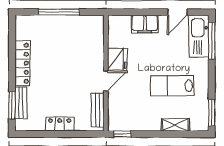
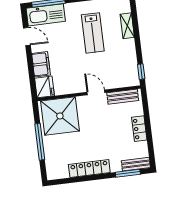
shower: (85, 38) -> (60, 116), added
fridge: (117, 59) -> (44, 87), moved, turned 90
bench: (21, 103) -> (136, 164), moved

